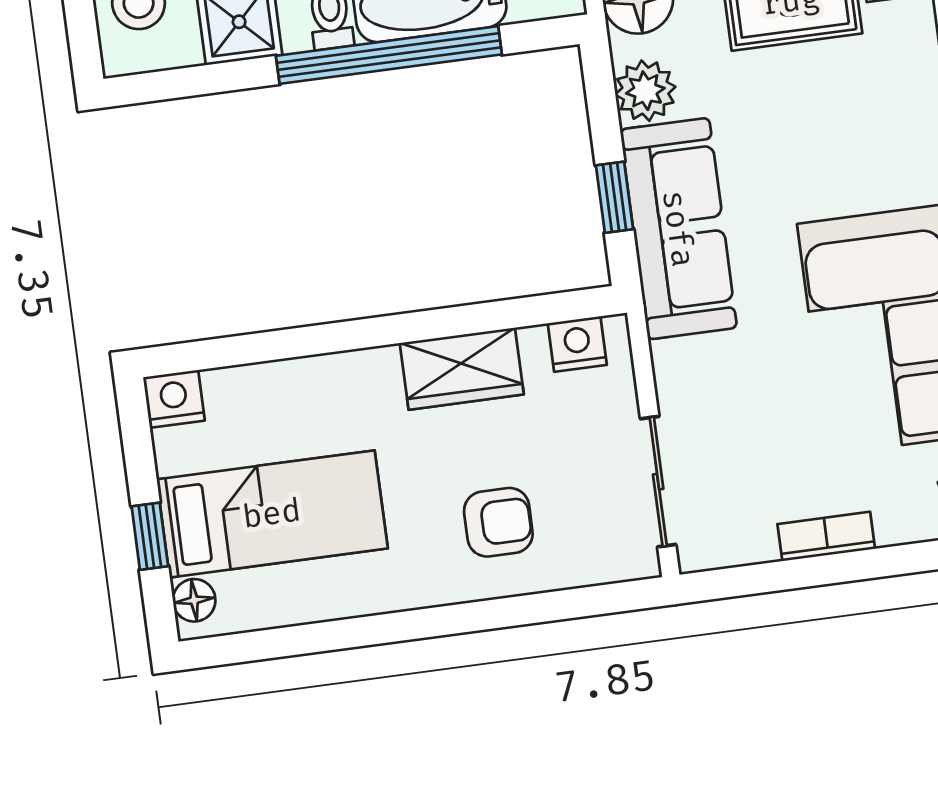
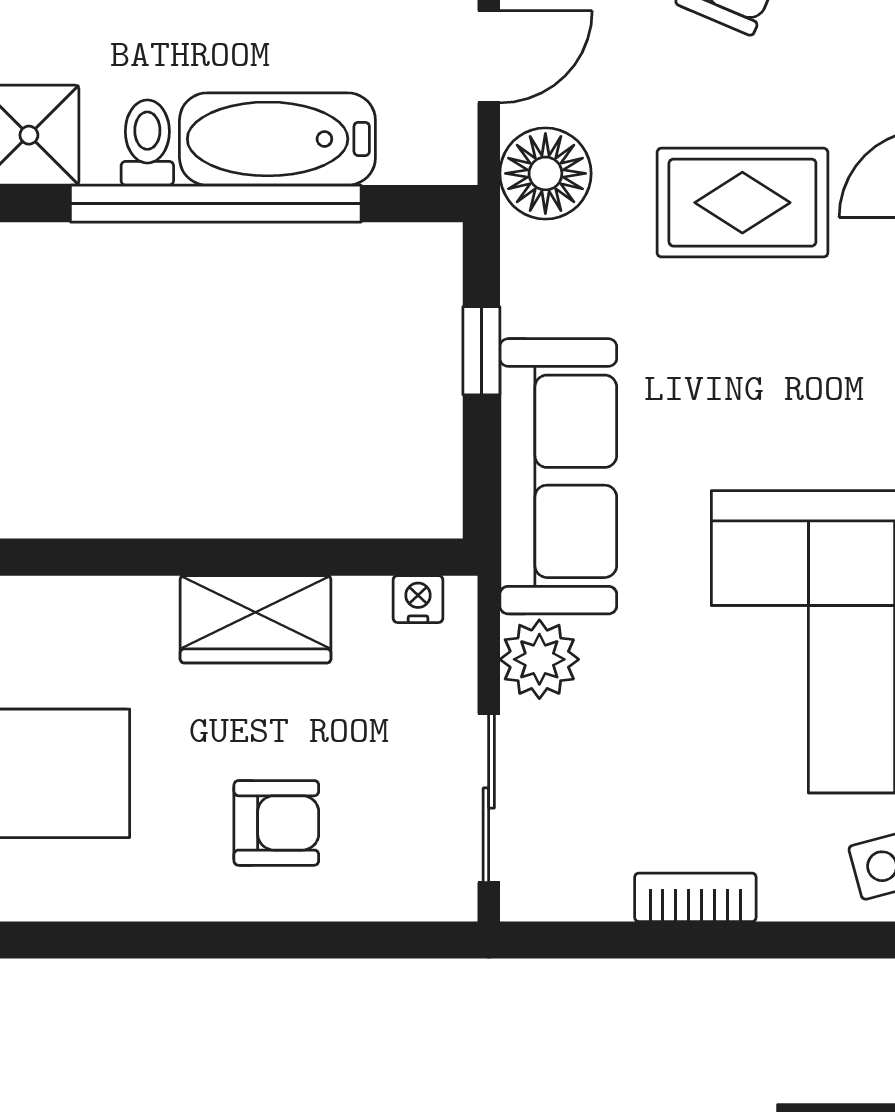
plant: (645, 91) -> (539, 659), moved
window: (615, 197) -> (481, 351), moved
nightstand: (577, 344) -> (418, 599), width x0.72, depth x0.74

